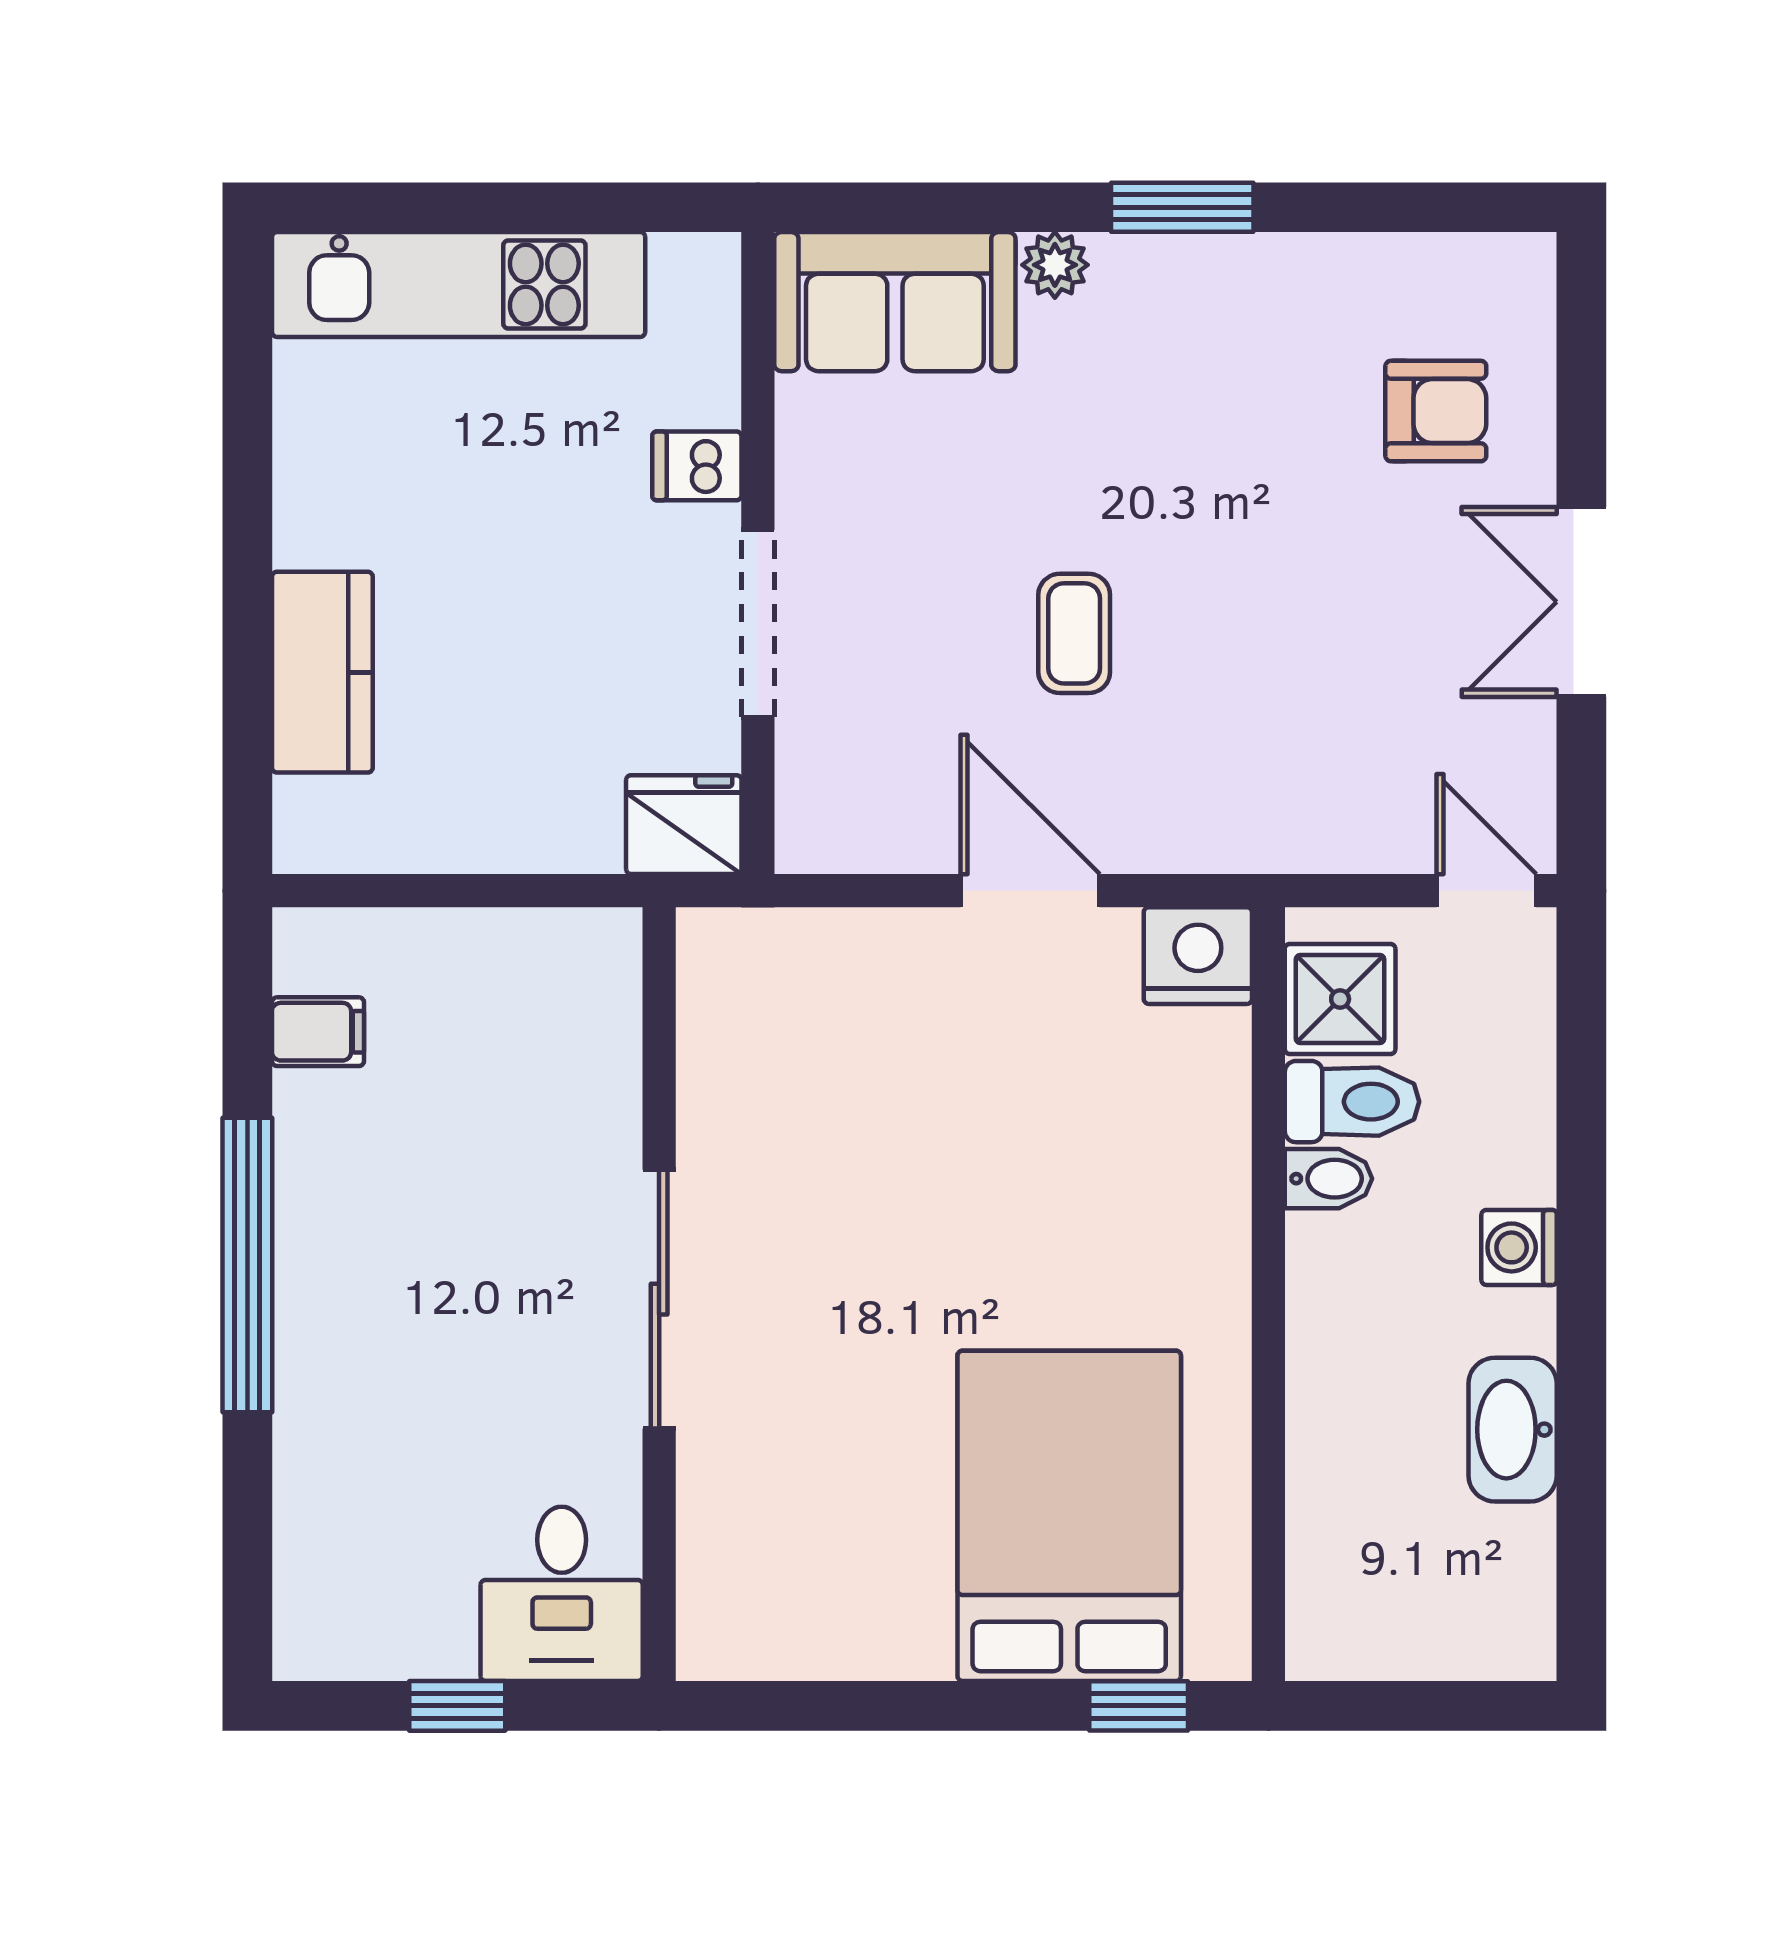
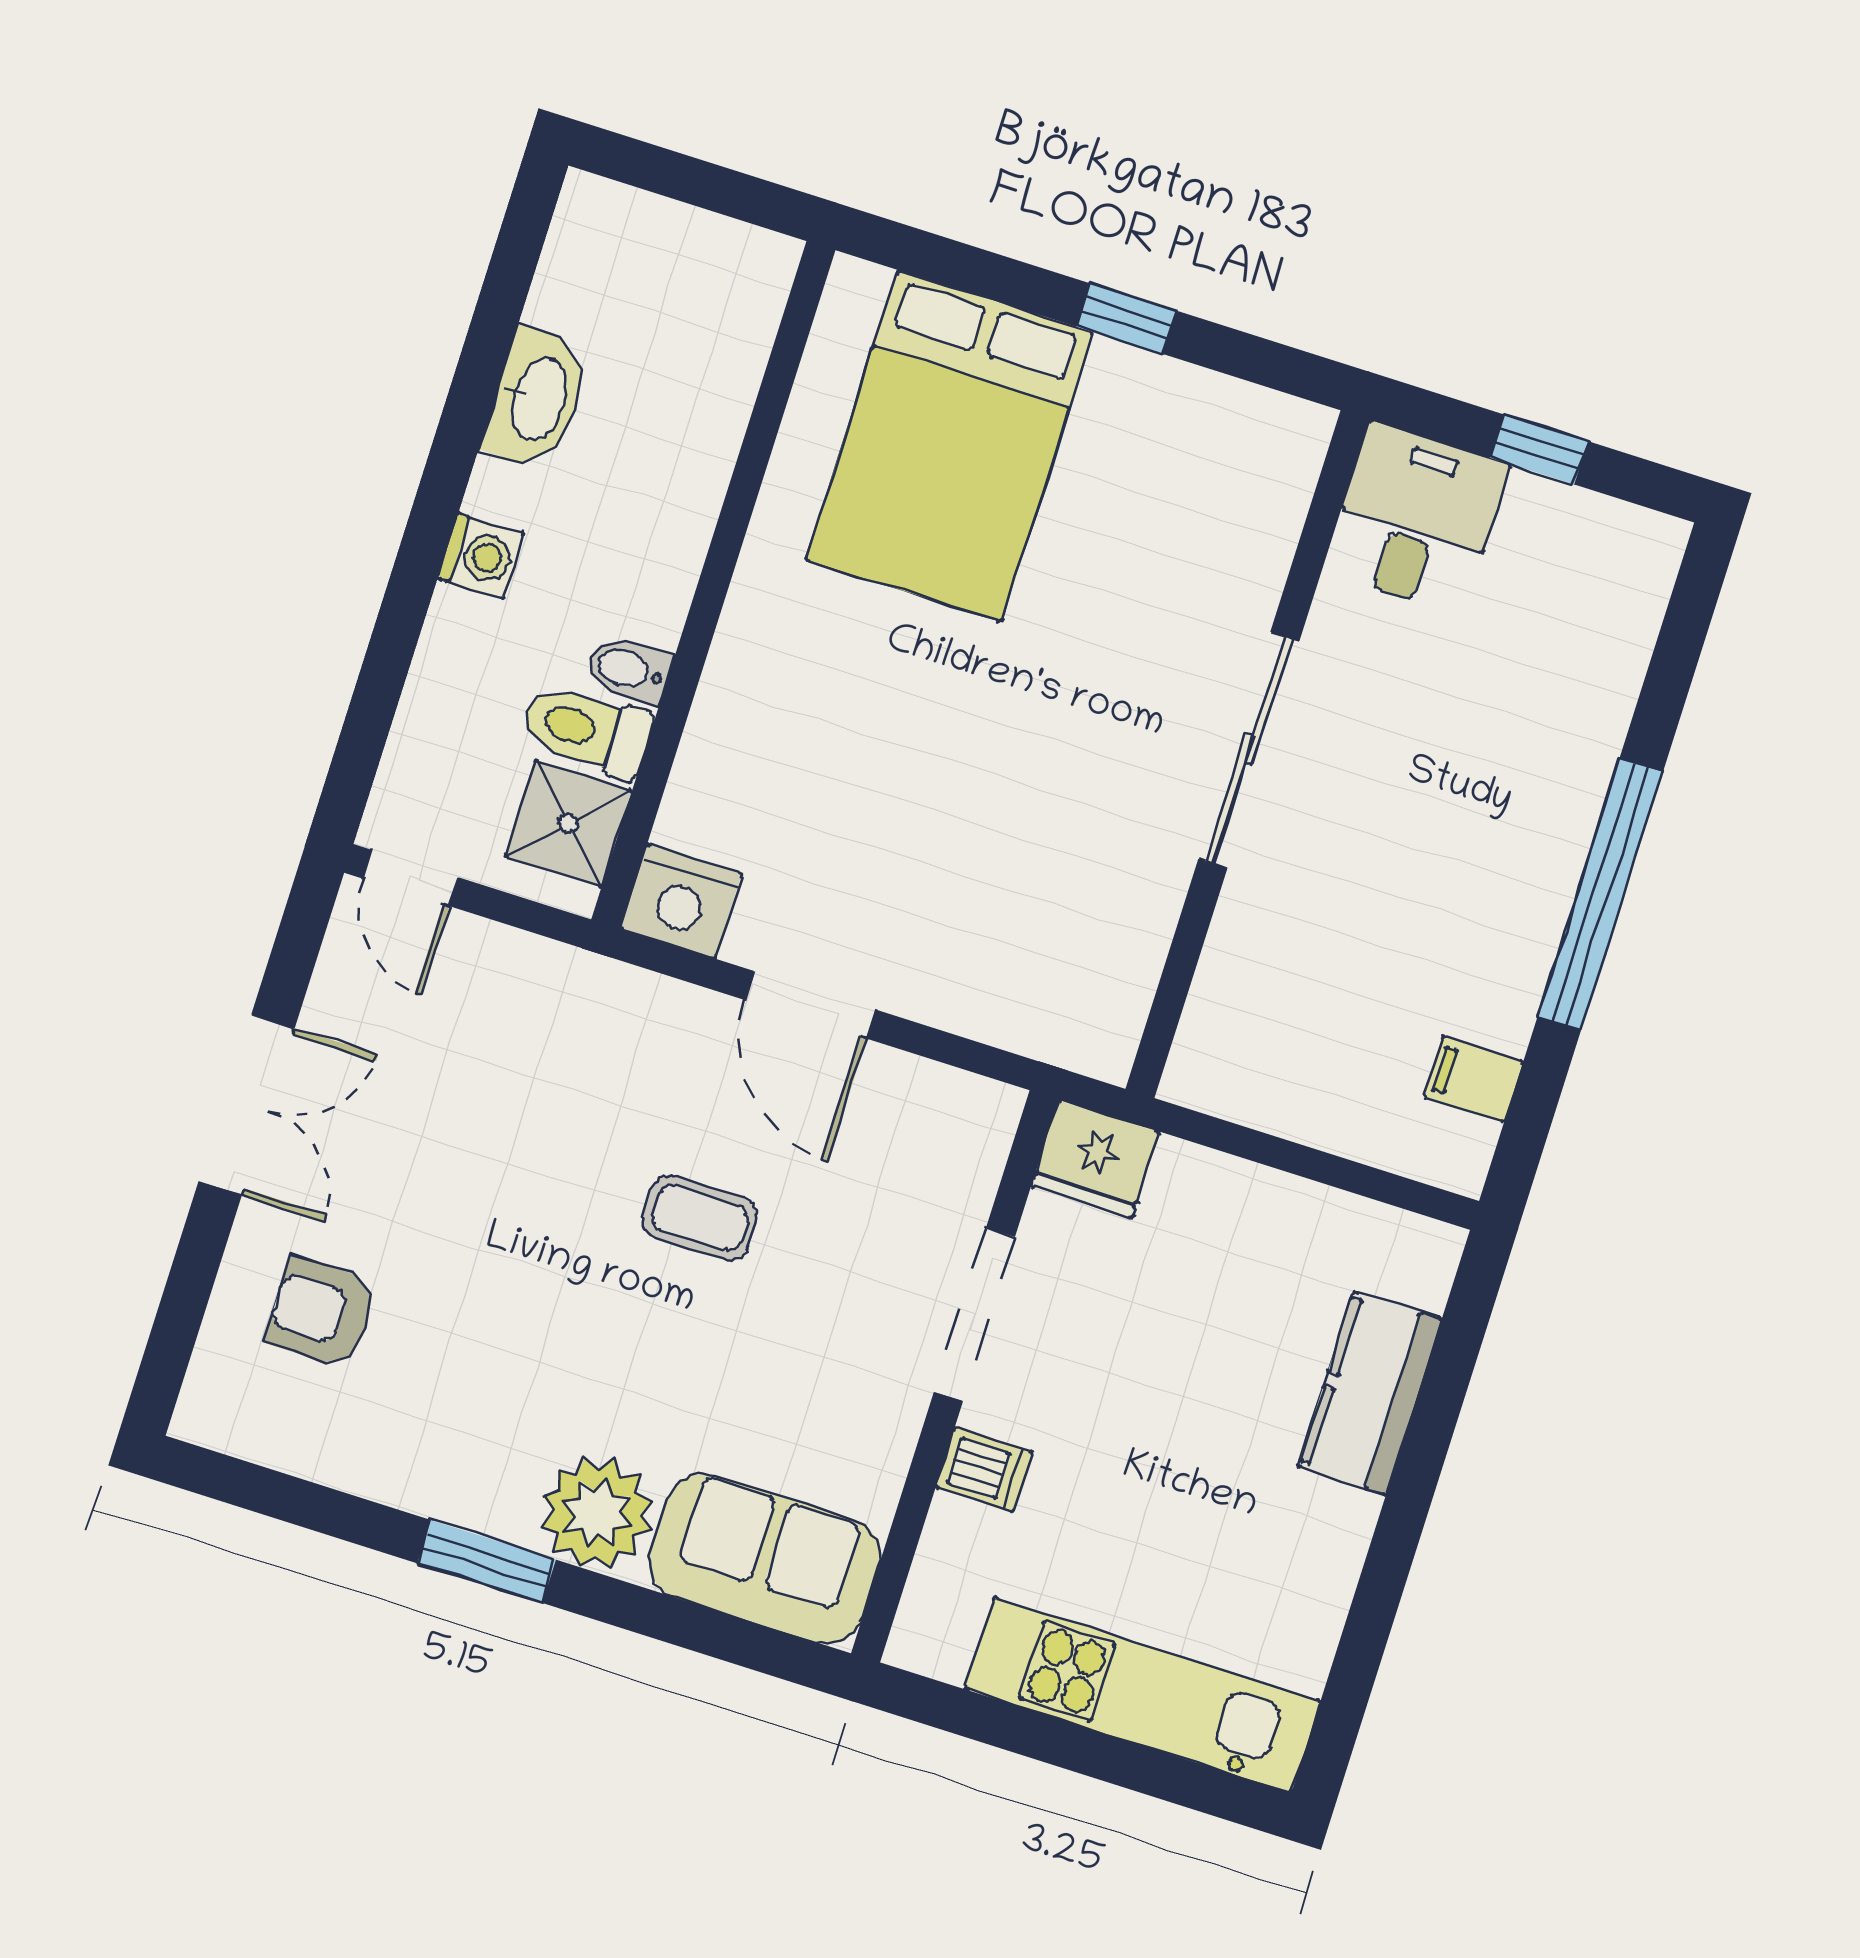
plant: (1055, 265) -> (597, 1513), width x1.88, depth x1.88
coffee table: (1074, 633) -> (700, 1218), turned 90
window: (1139, 1706) -> (1126, 319), moved

